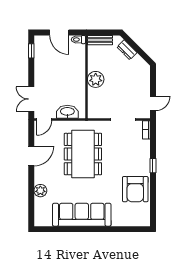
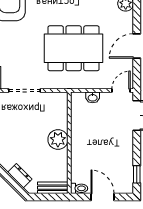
washbasin: (67, 112) -> (93, 97), width x0.52, depth x0.69
dining table: (83, 154) -> (74, 48), turned 90

